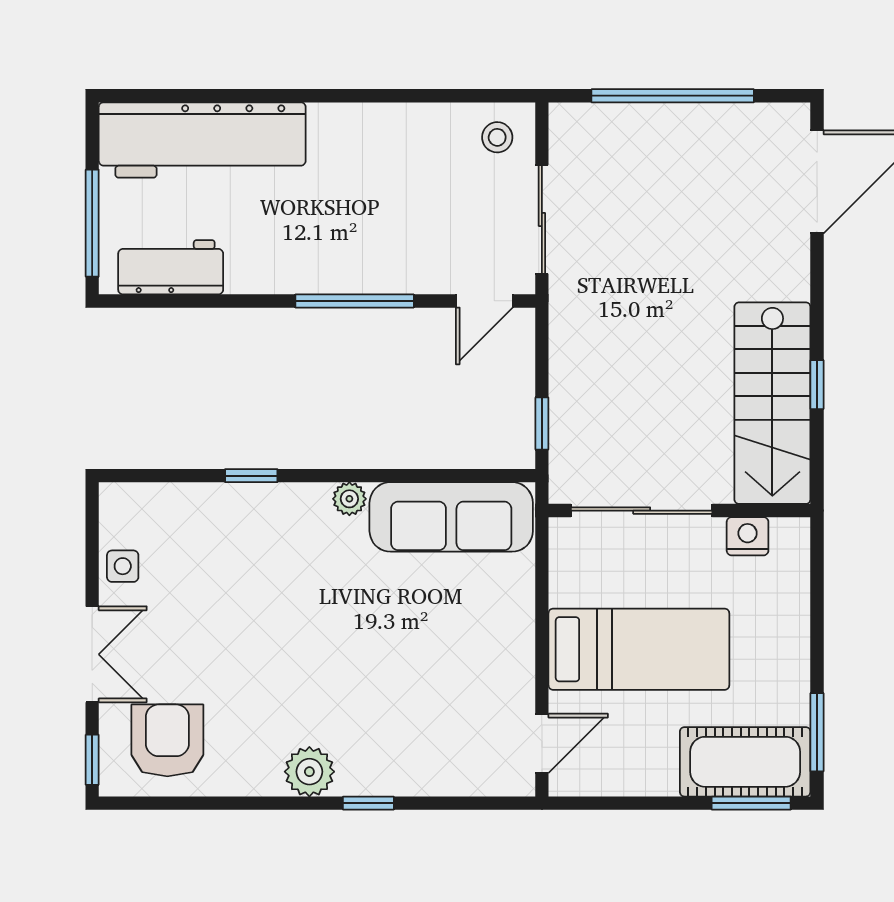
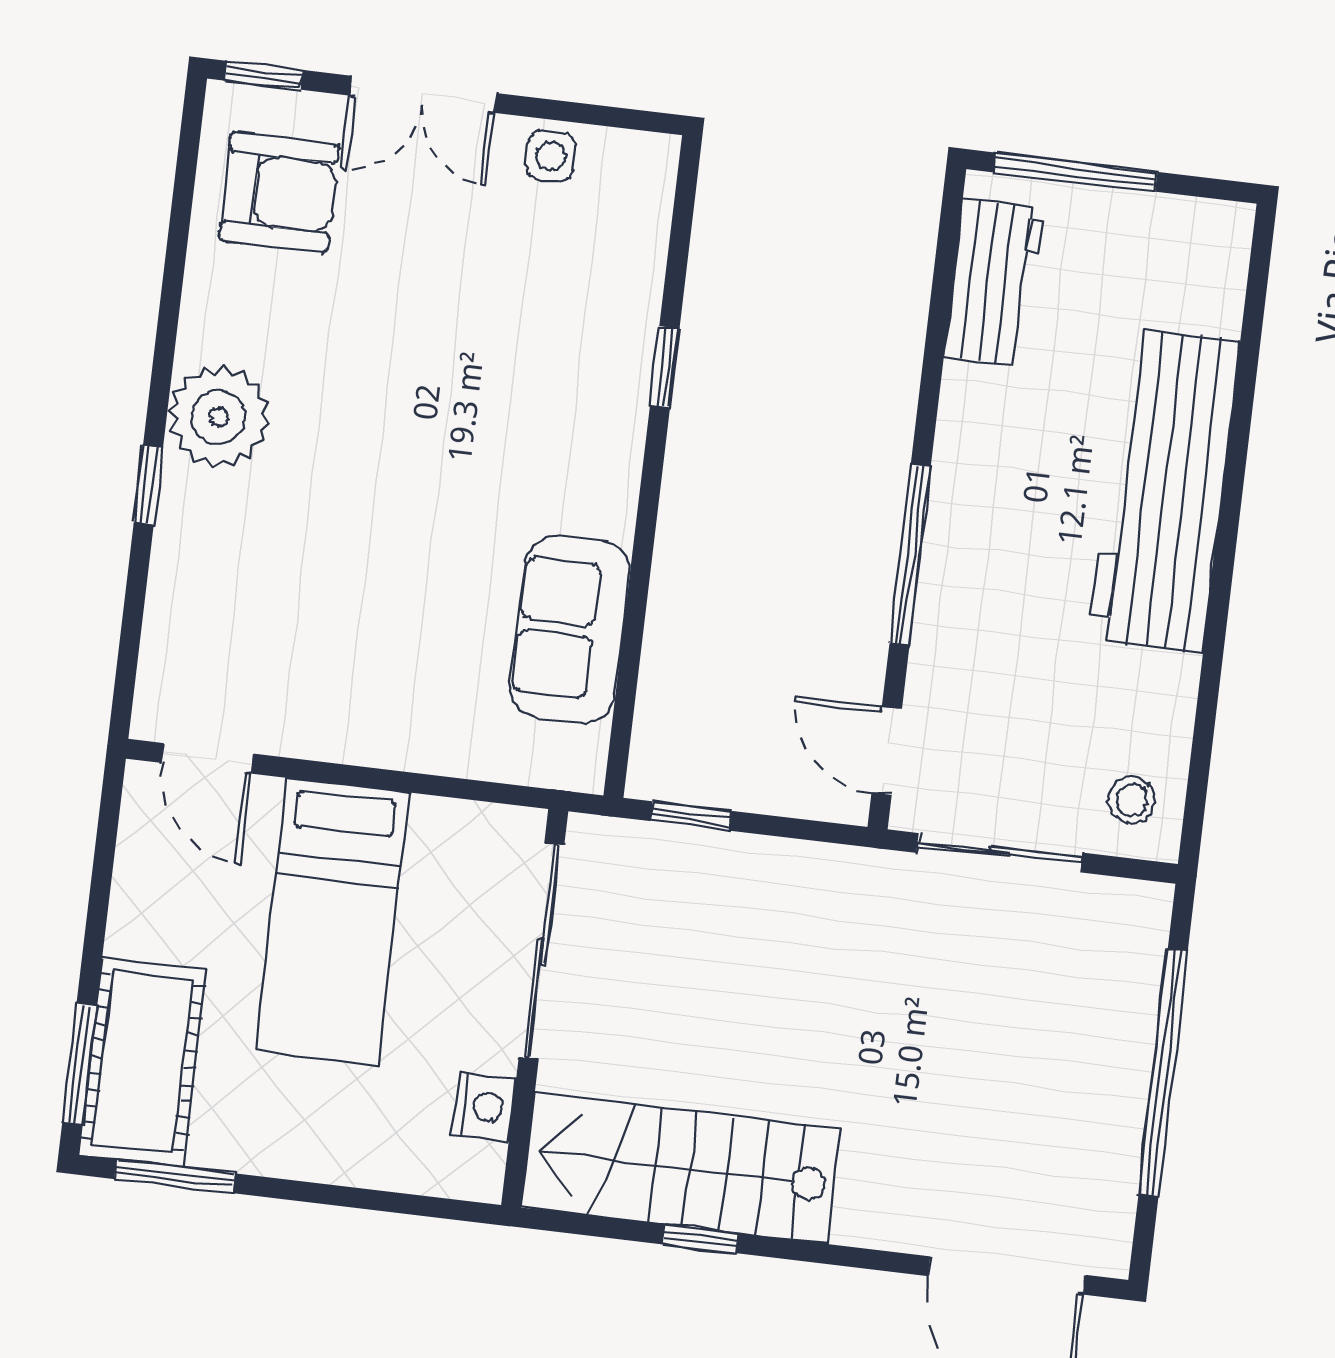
workbench: (202, 140) -> (1165, 490), moved
plant: (349, 499) -> (612, 511), removed
sofa: (451, 517) -> (570, 629), width x0.73
plant: (309, 772) -> (219, 417), width x1.36, depth x1.36

